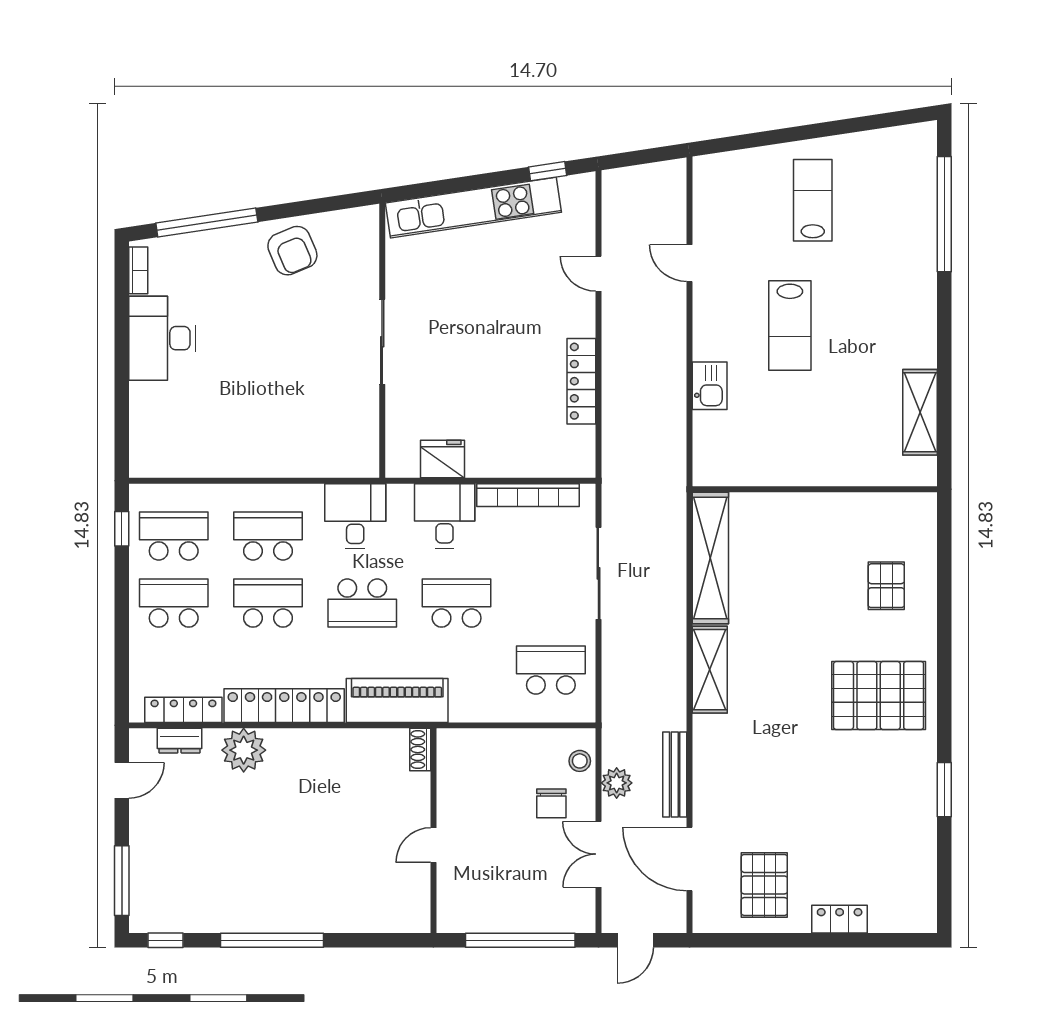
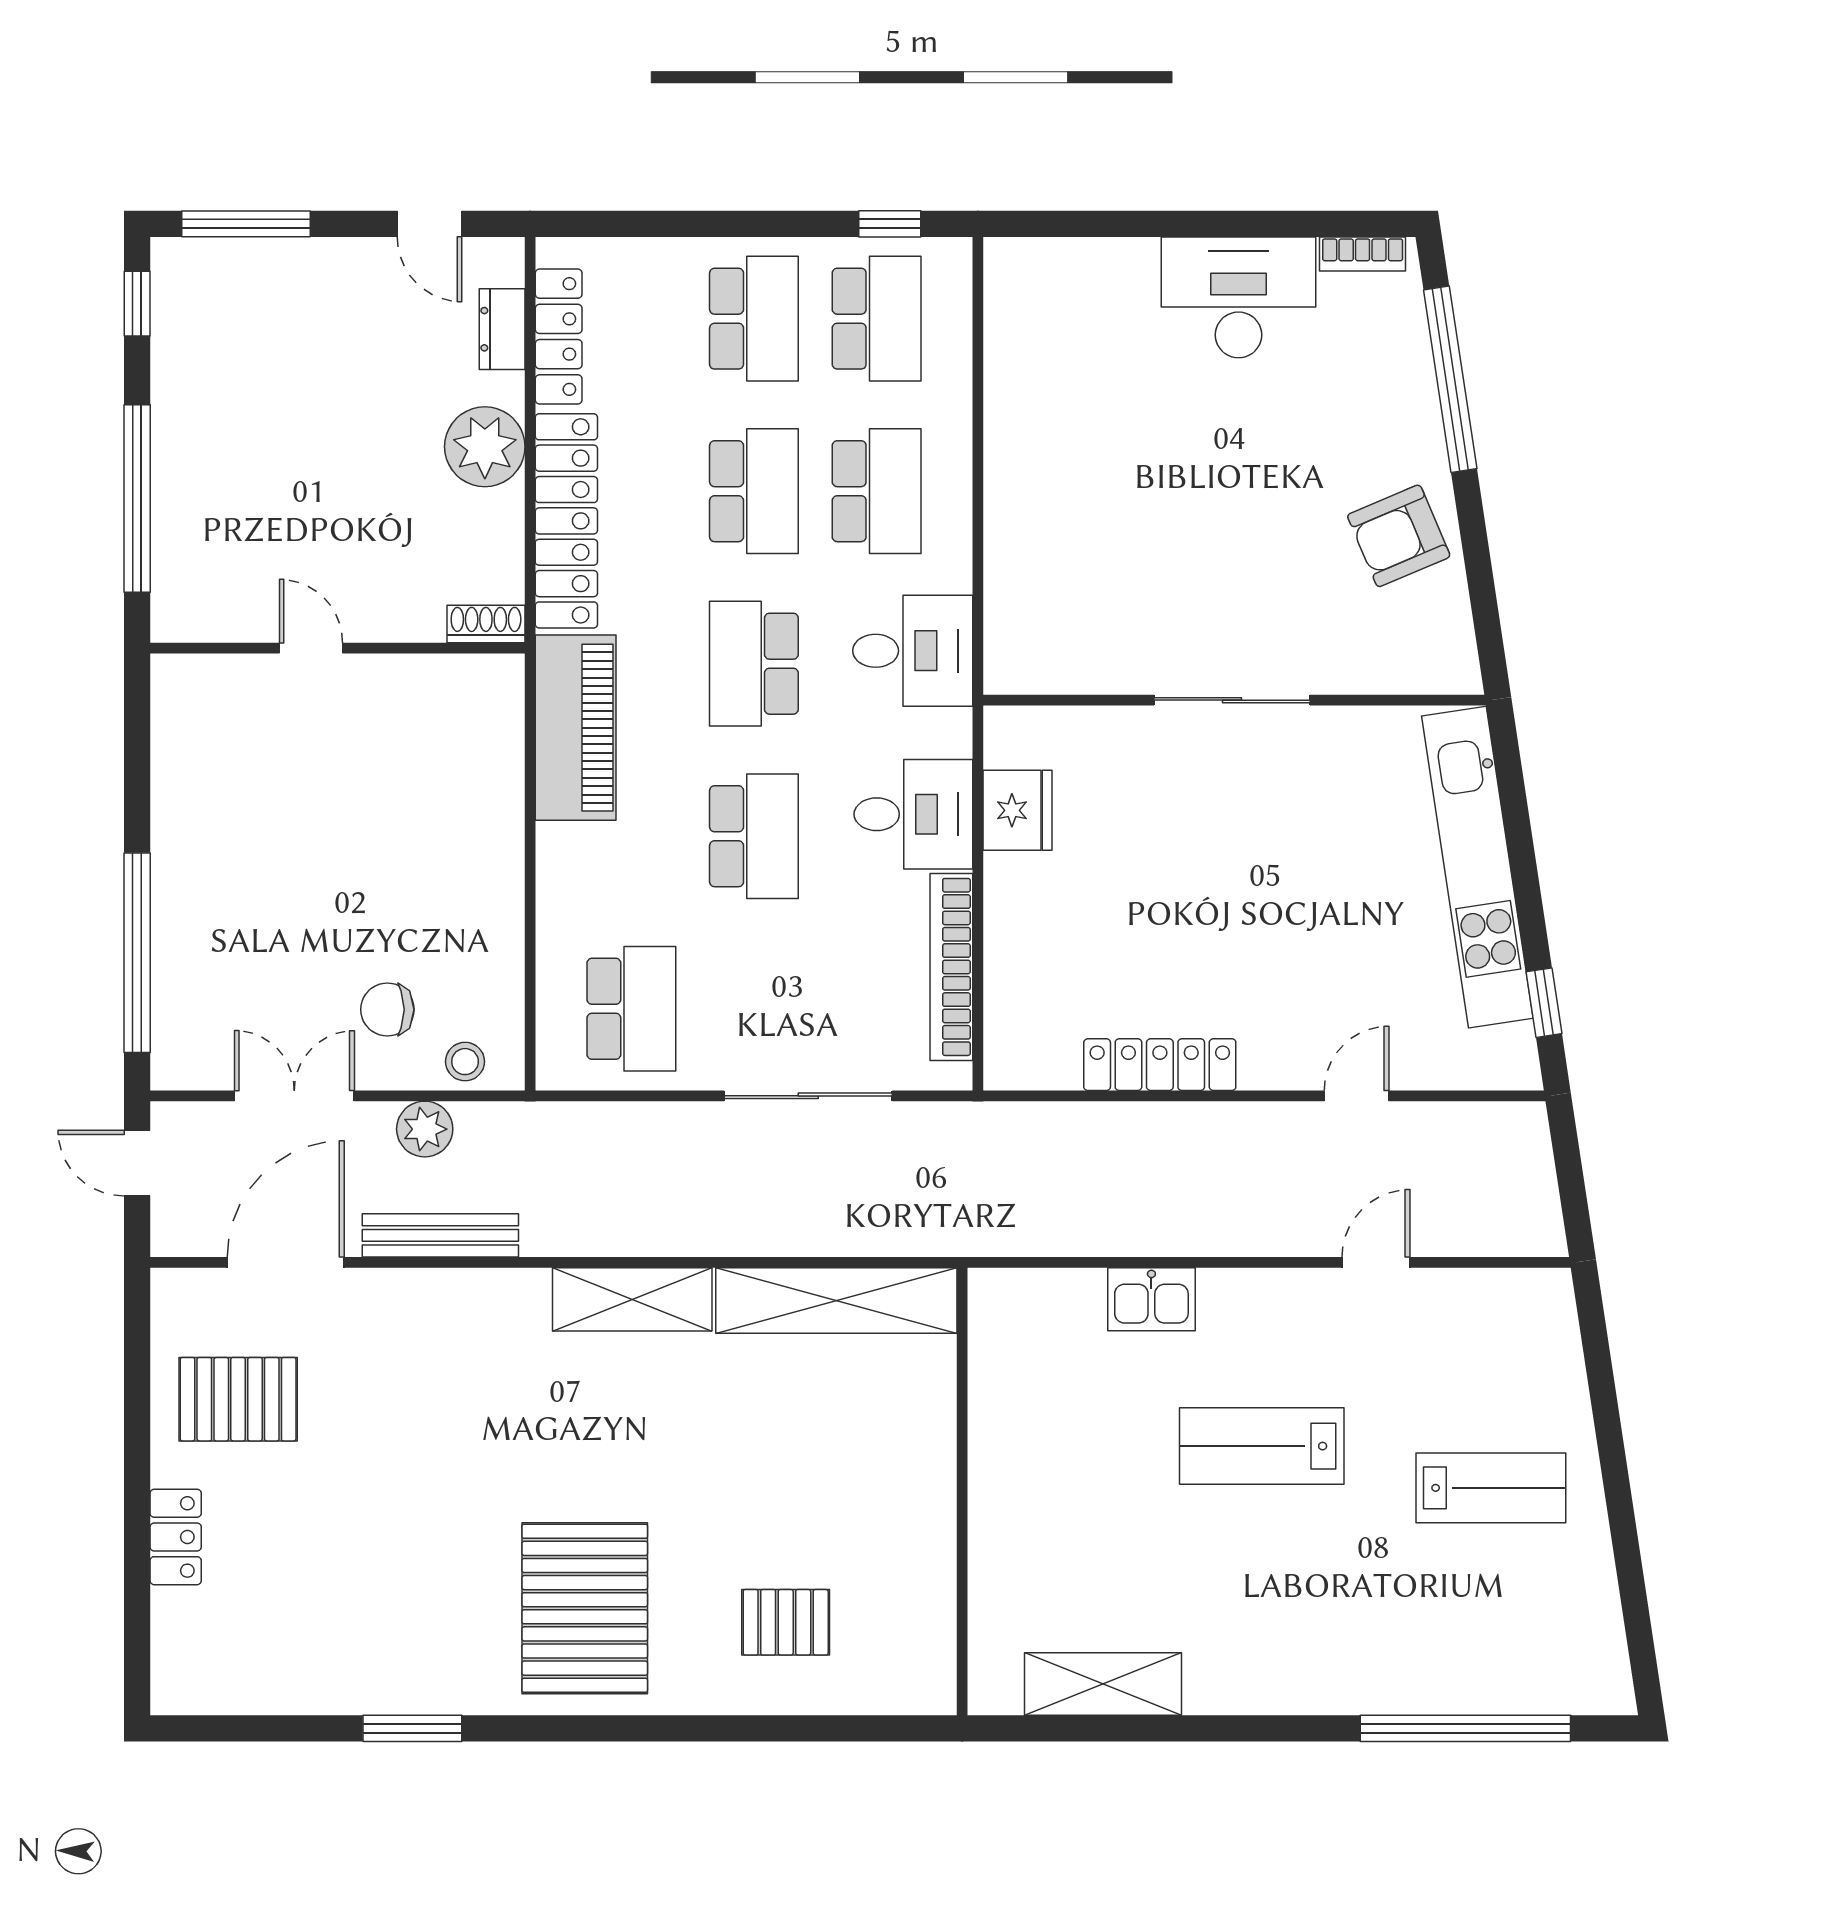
shoe rack: (420, 749) -> (486, 624), moved
wall: (433, 831) -> (337, 648), moved
door: (433, 845) -> (311, 648), moved

